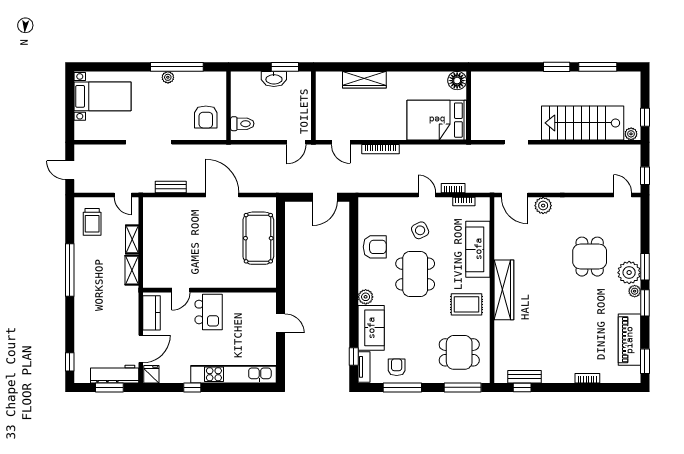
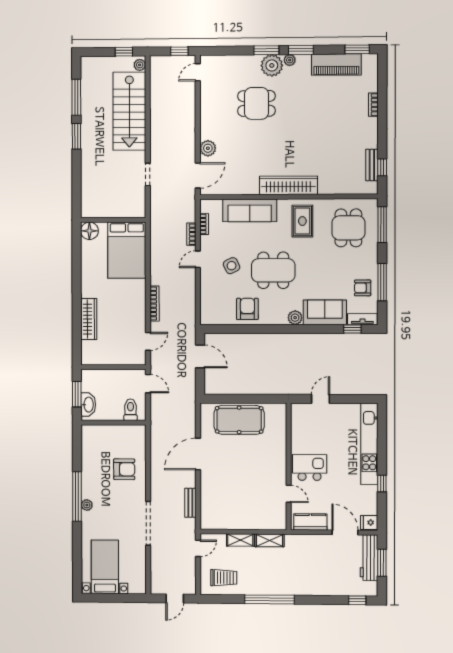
wall: (229, 106) -> (113, 423), moved
toilet: (242, 124) -> (130, 410), moved

